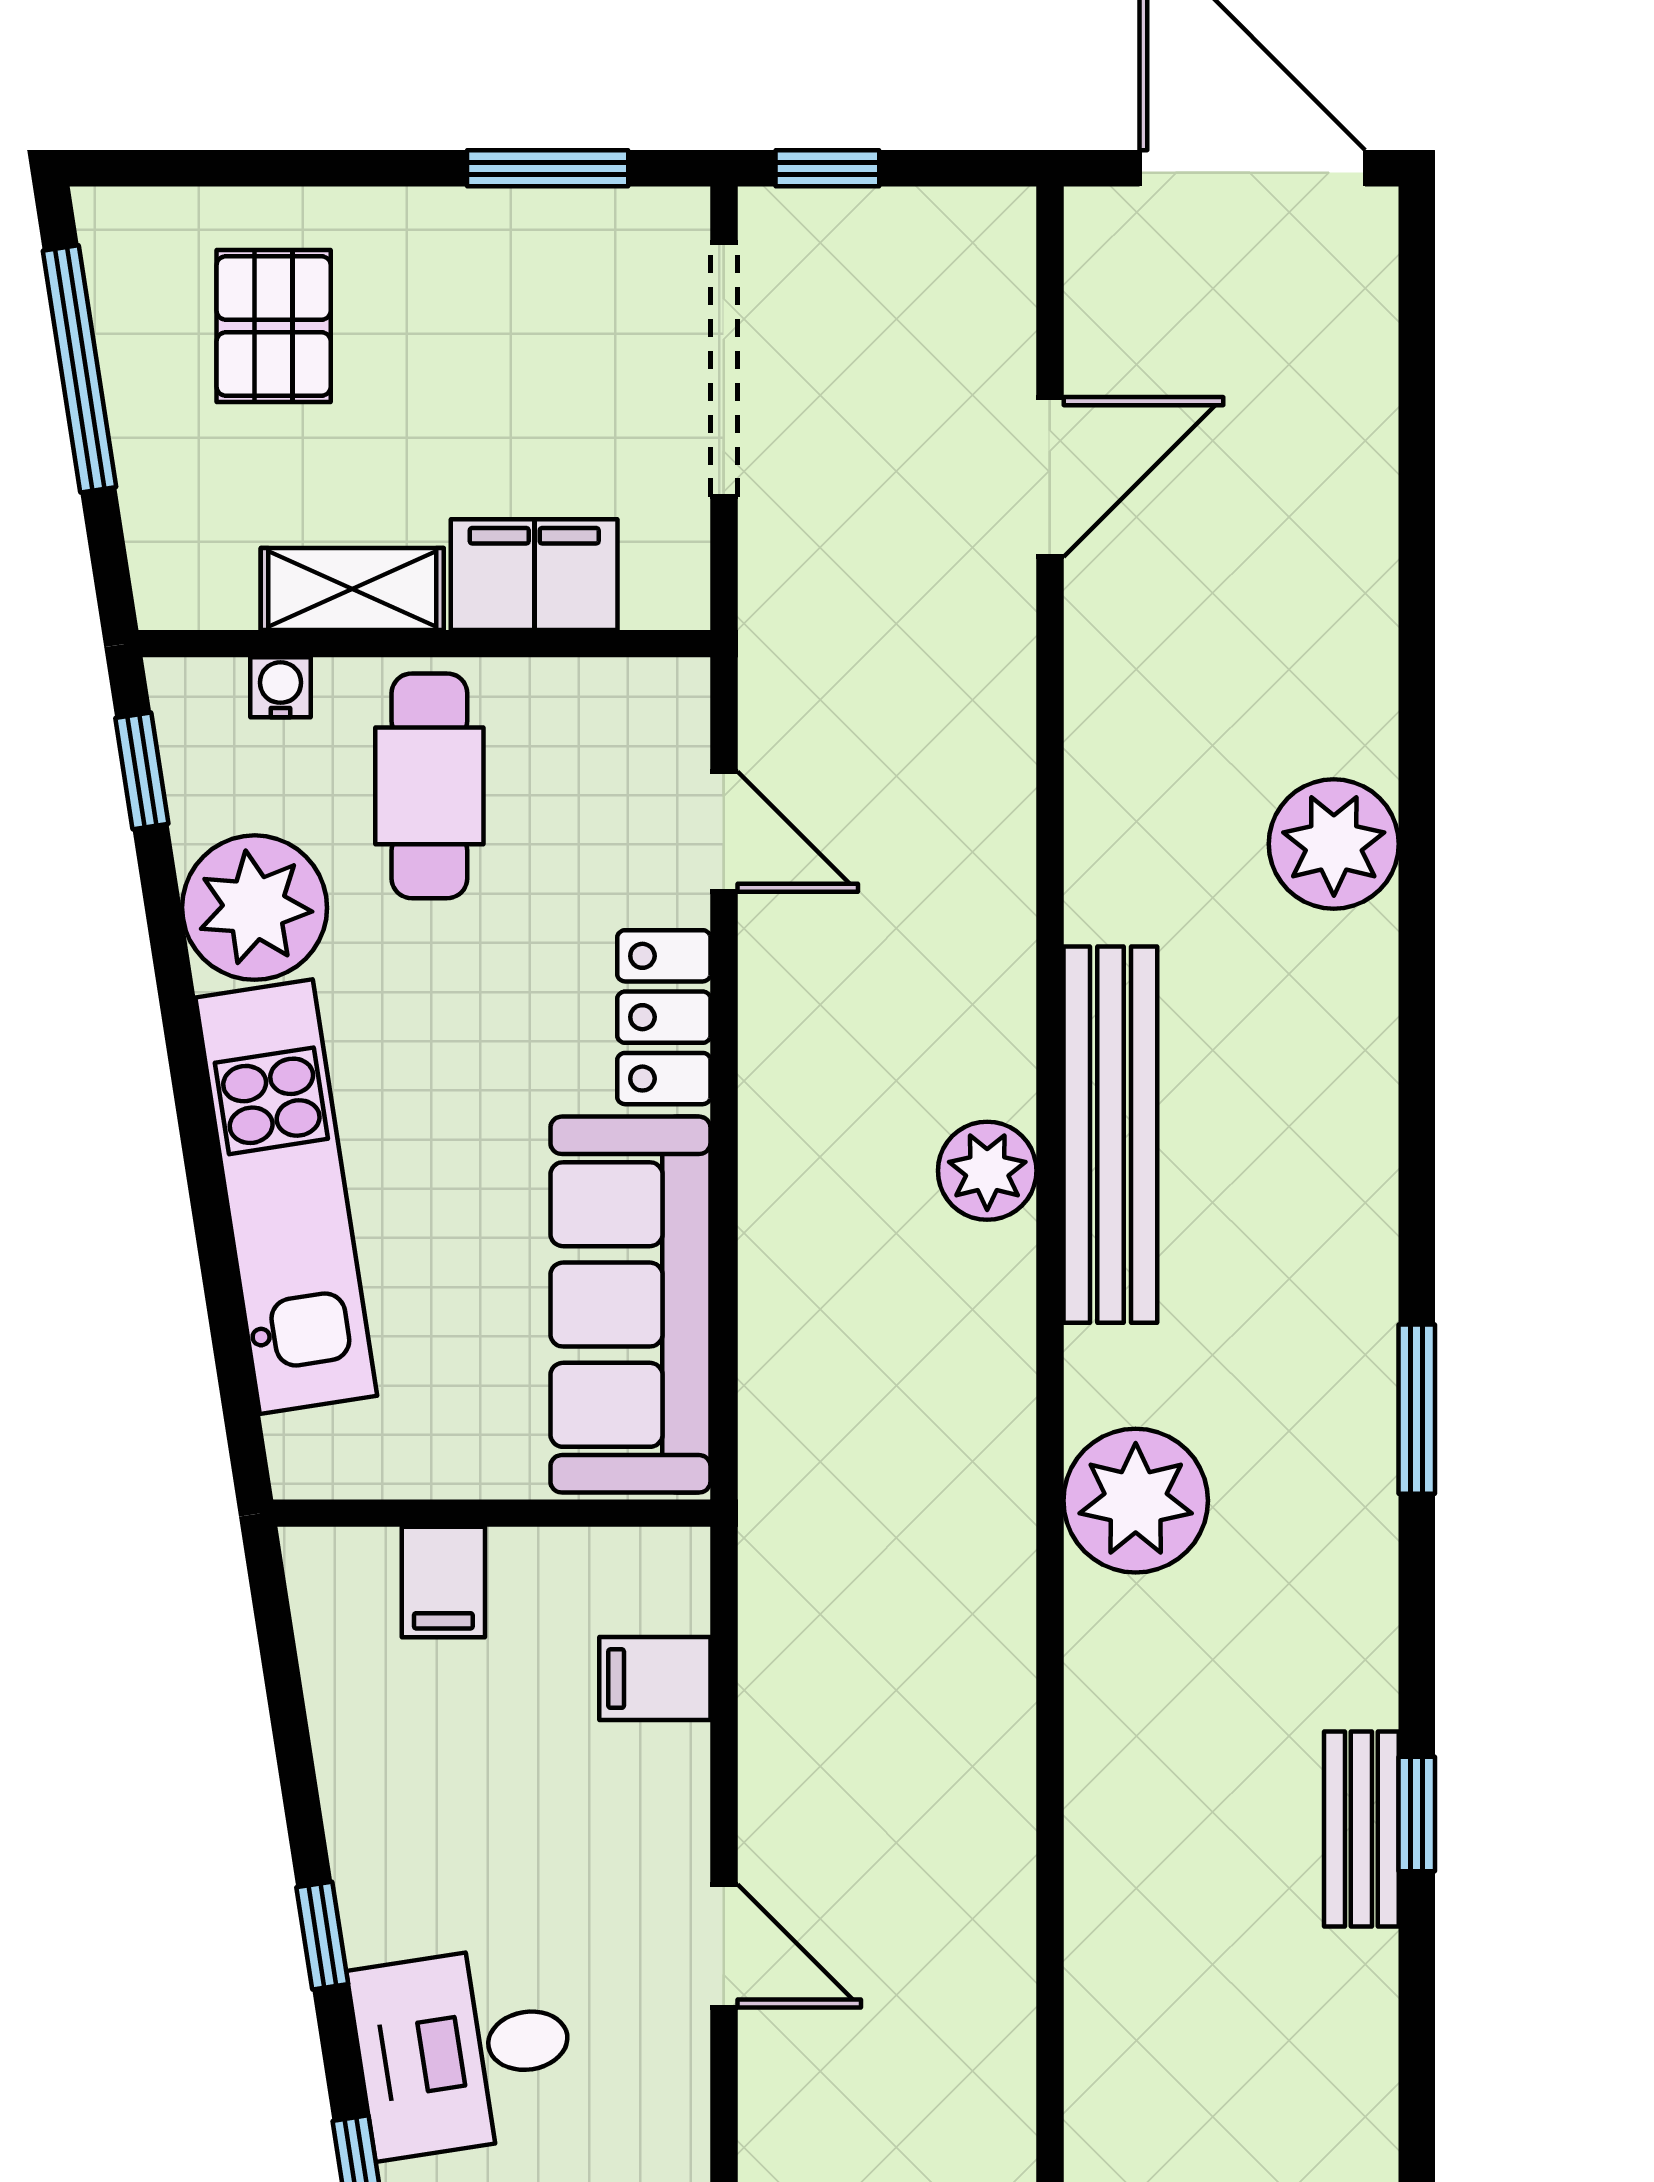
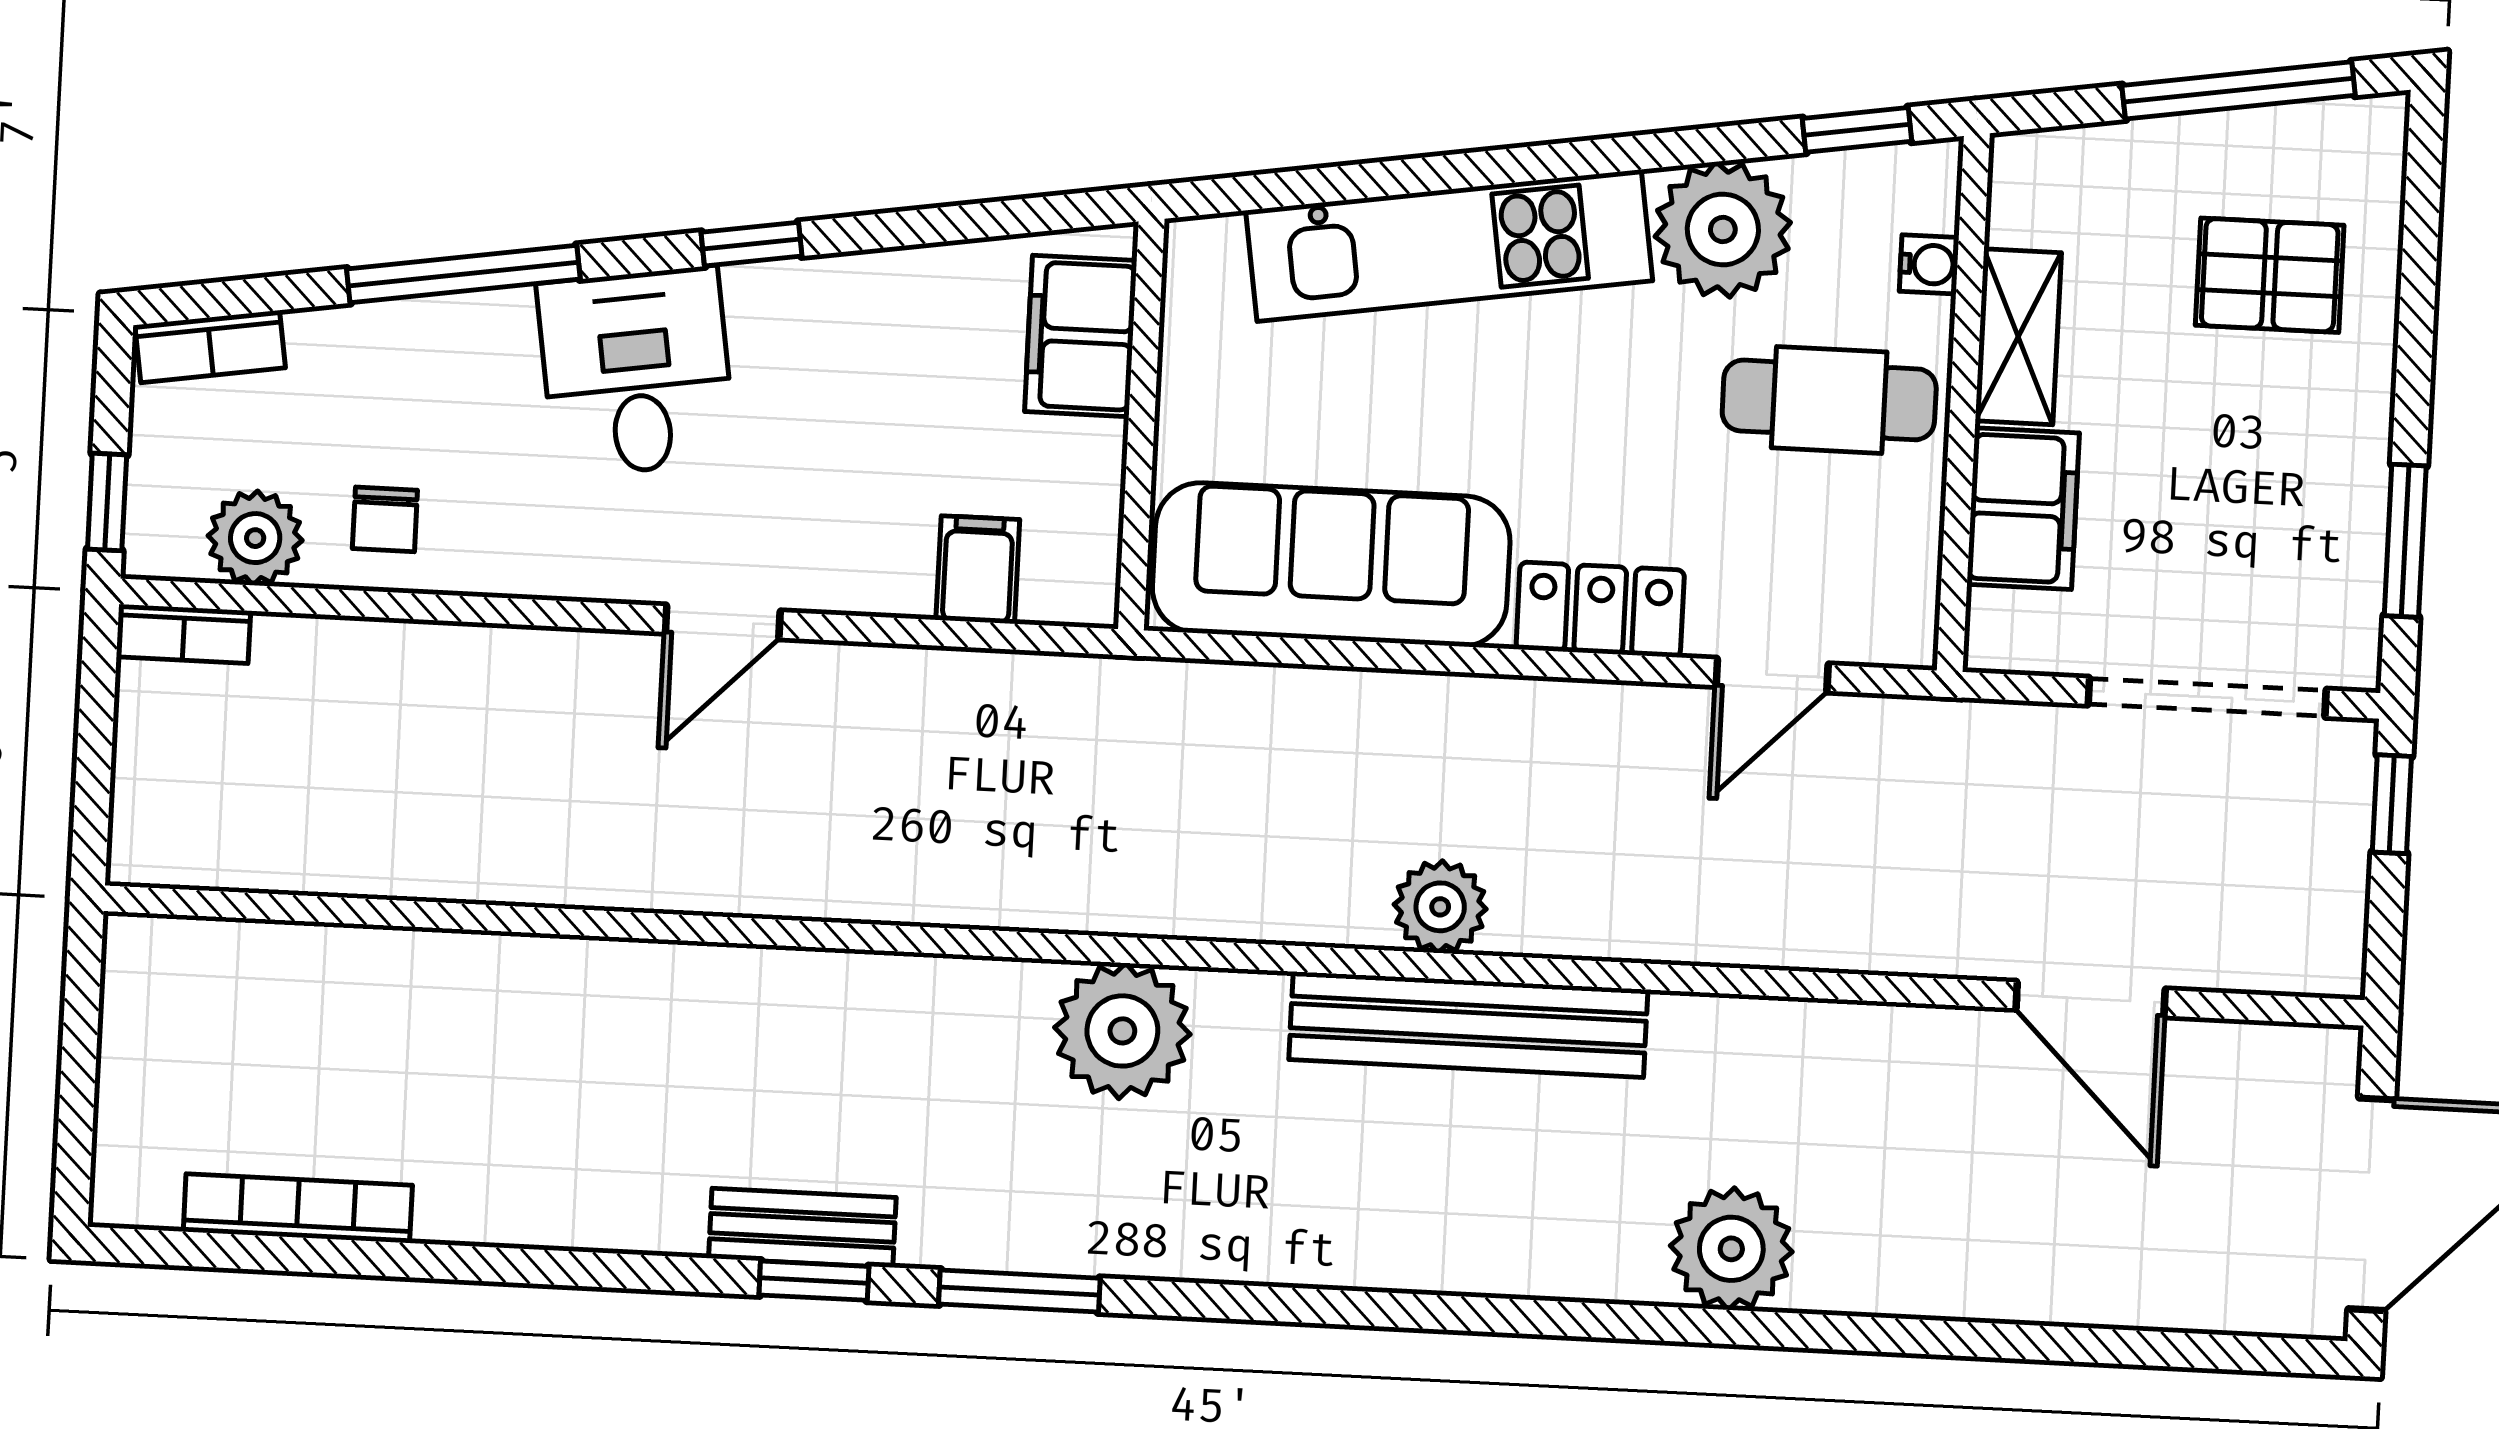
window: (1417, 1409) -> (1019, 1291), moved
filing cabinet: (443, 1582) -> (1081, 336), width x2.00

